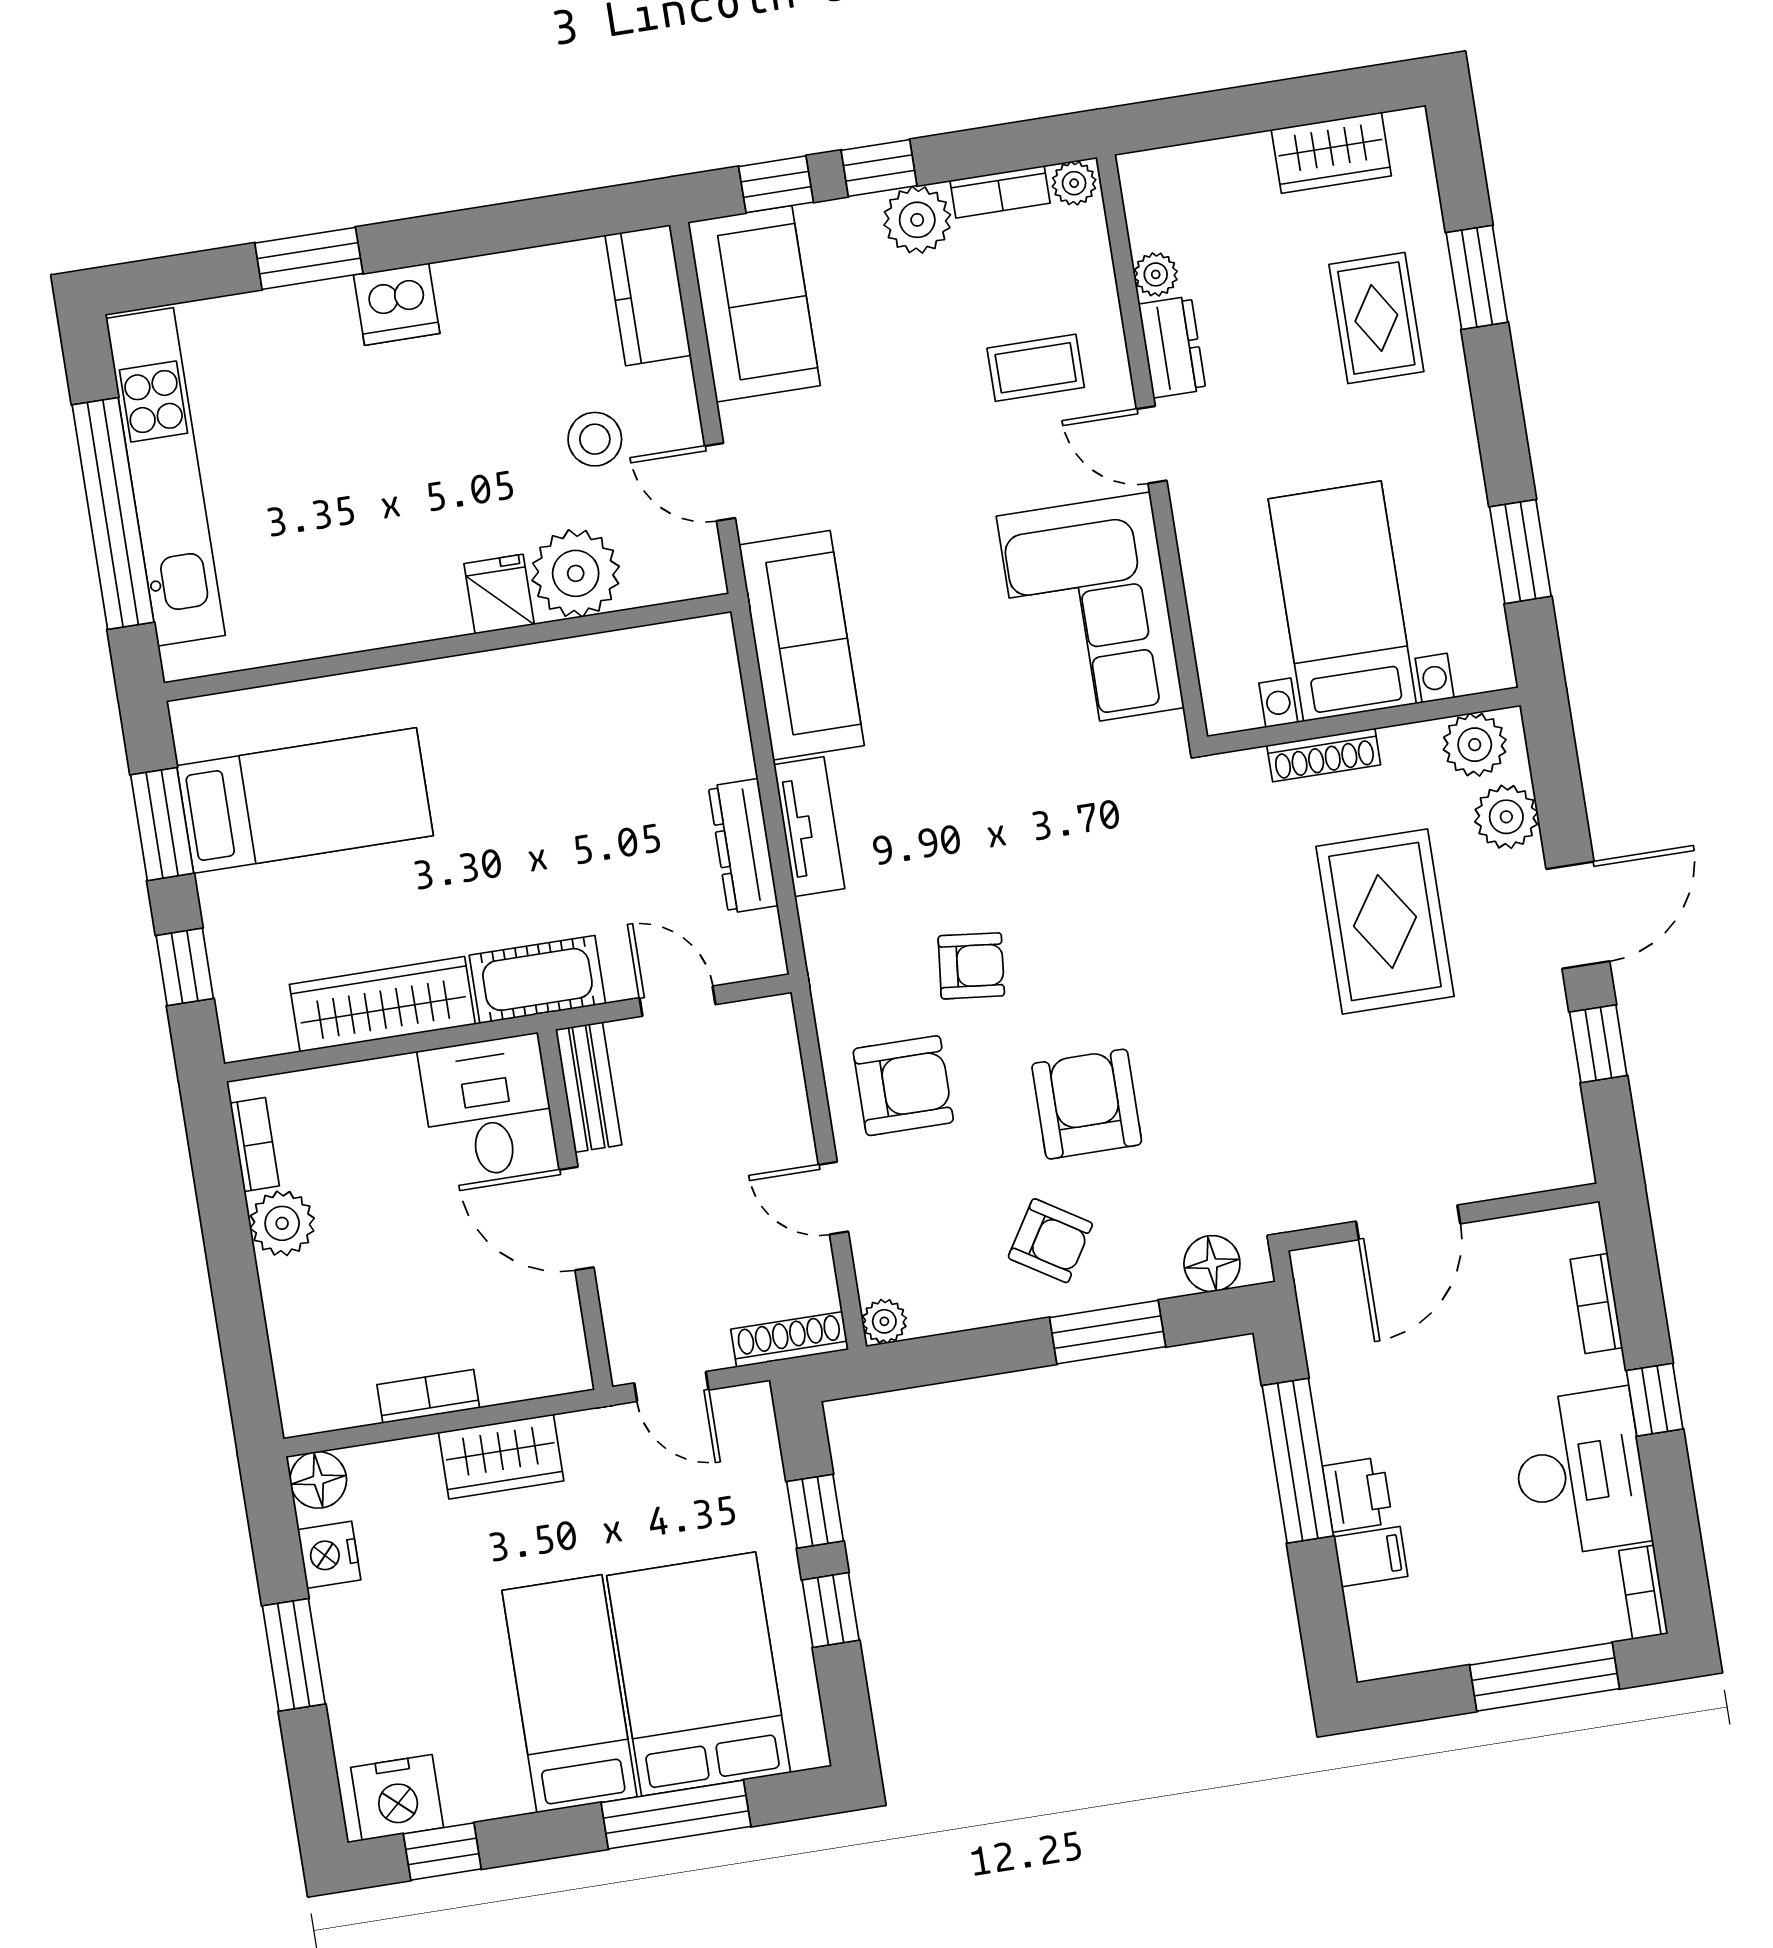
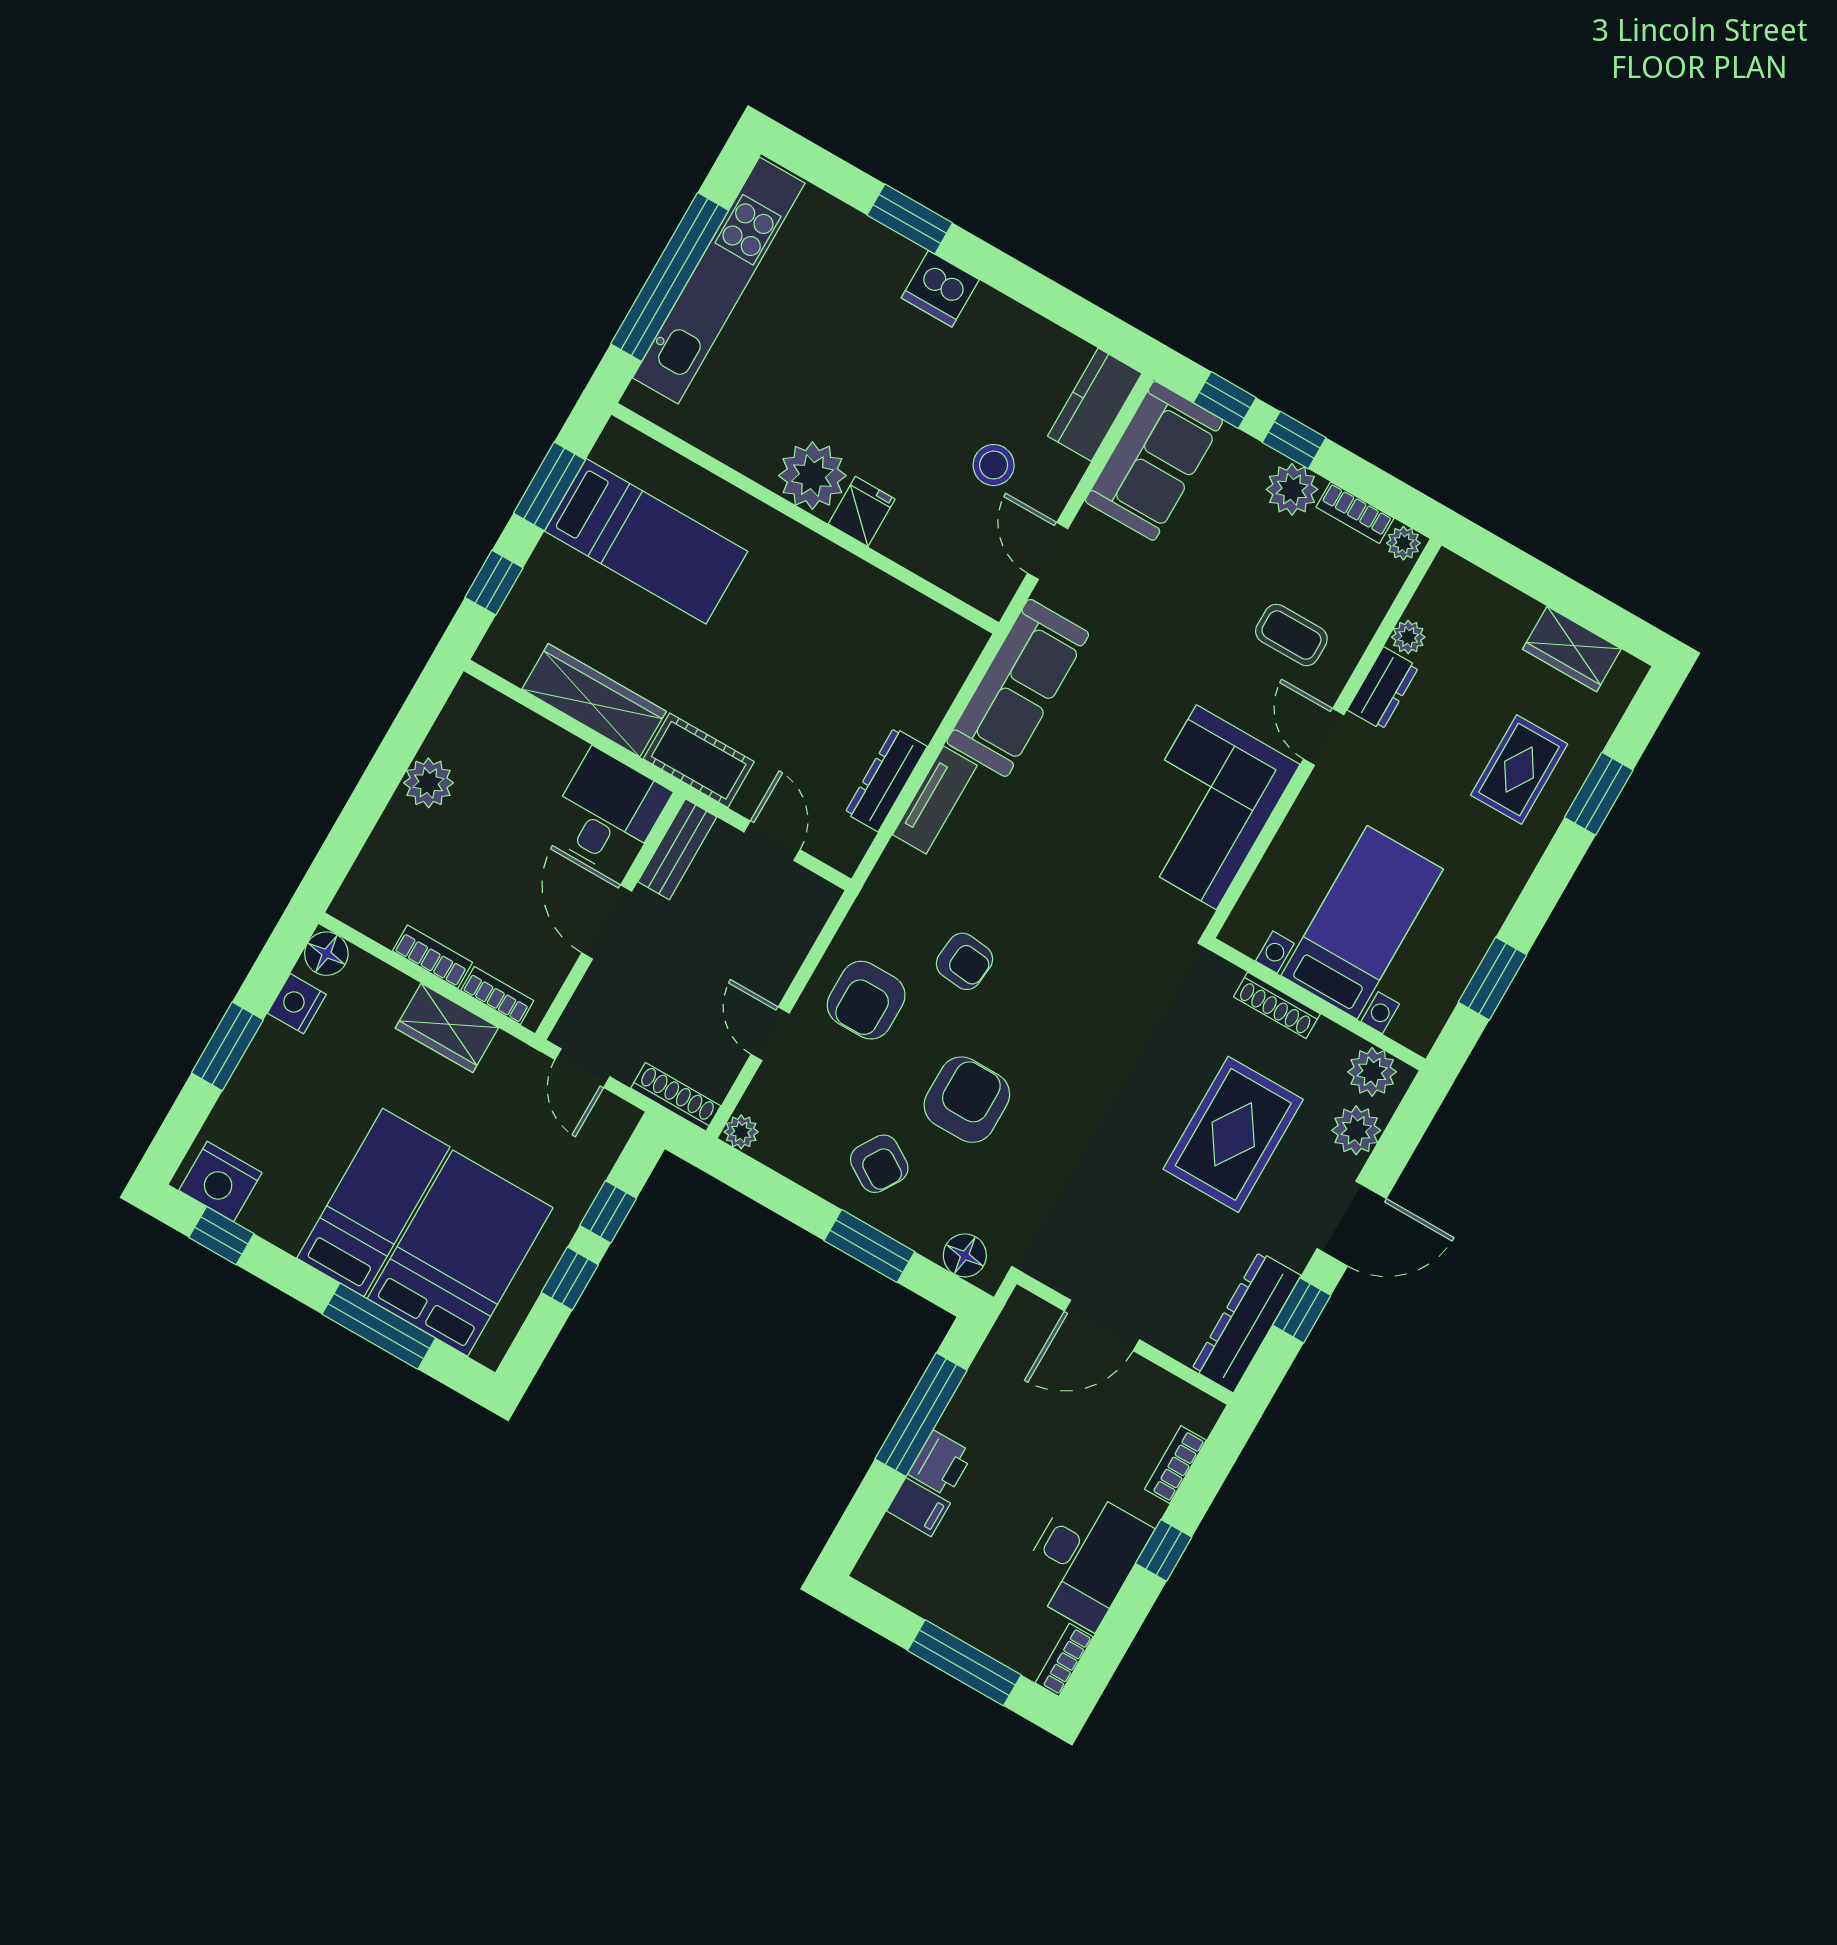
plant: (576, 573) -> (812, 476), moved
armchair: (903, 1086) -> (866, 1000), turned 90
dresser: (1552, 1101) -> (1246, 1322), added
bookcase: (255, 1145) -> (497, 996), moved, turned -90

